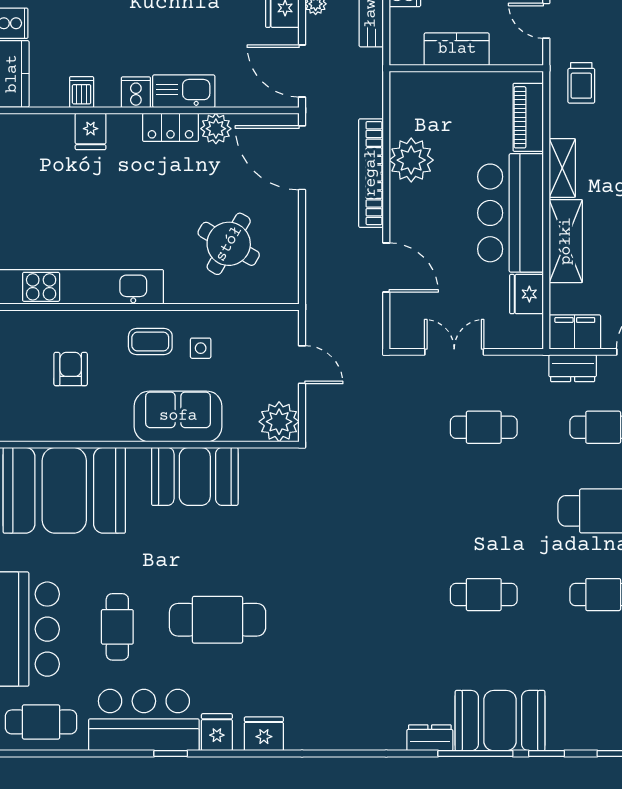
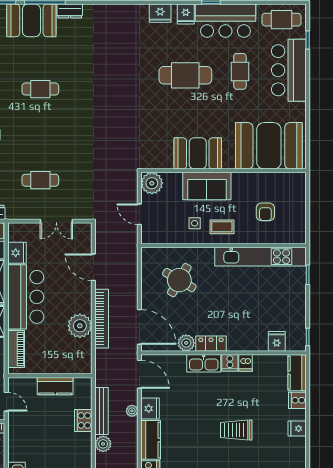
dishwasher: (82, 92) -> (246, 363), moved
fridge: (91, 131) -> (277, 341), moved

